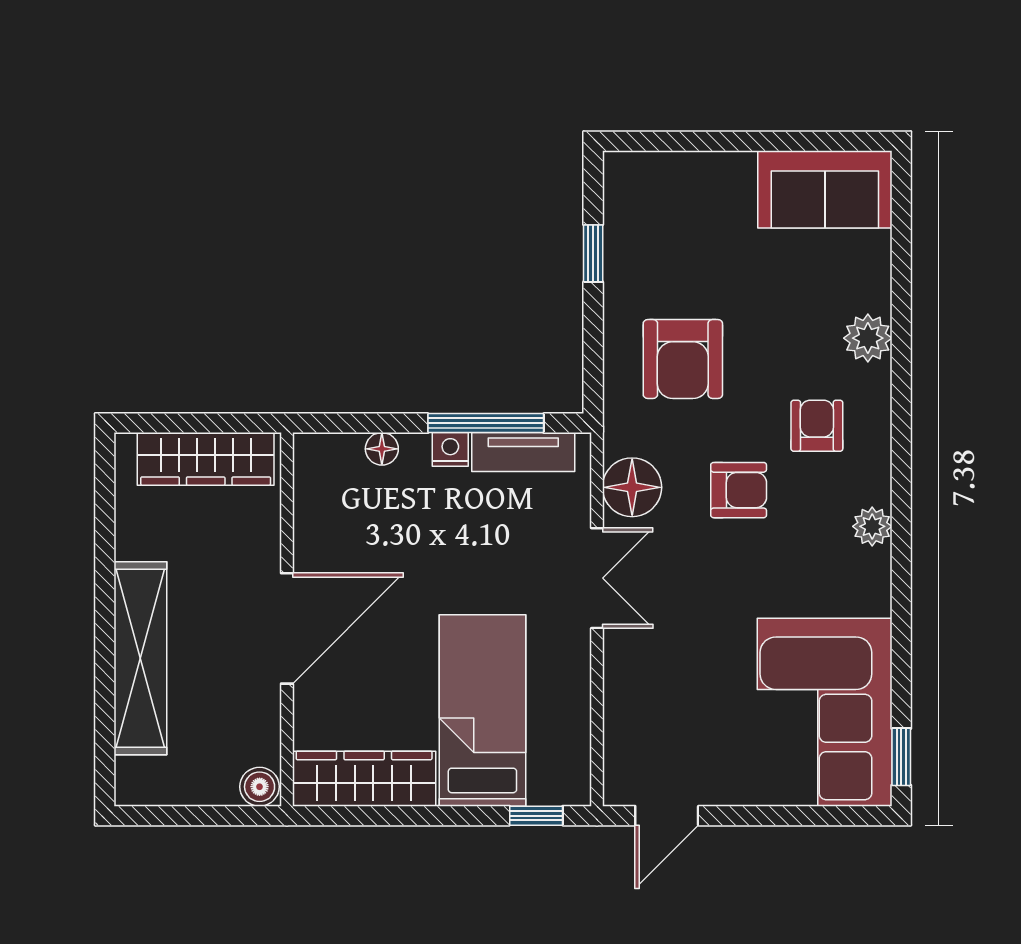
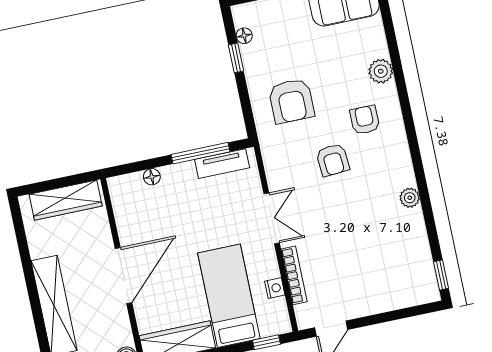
nightstand: (450, 449) -> (275, 288), moved, turned 90
floor lamp: (632, 487) -> (244, 36), moved, width x0.53, depth x0.53
armchair: (739, 490) -> (333, 160), turned 86
plant: (872, 526) -> (410, 198), moved
bookcase: (617, 698) -> (294, 275), added
corner sofa: (825, 712) -> (398, 261), removed

